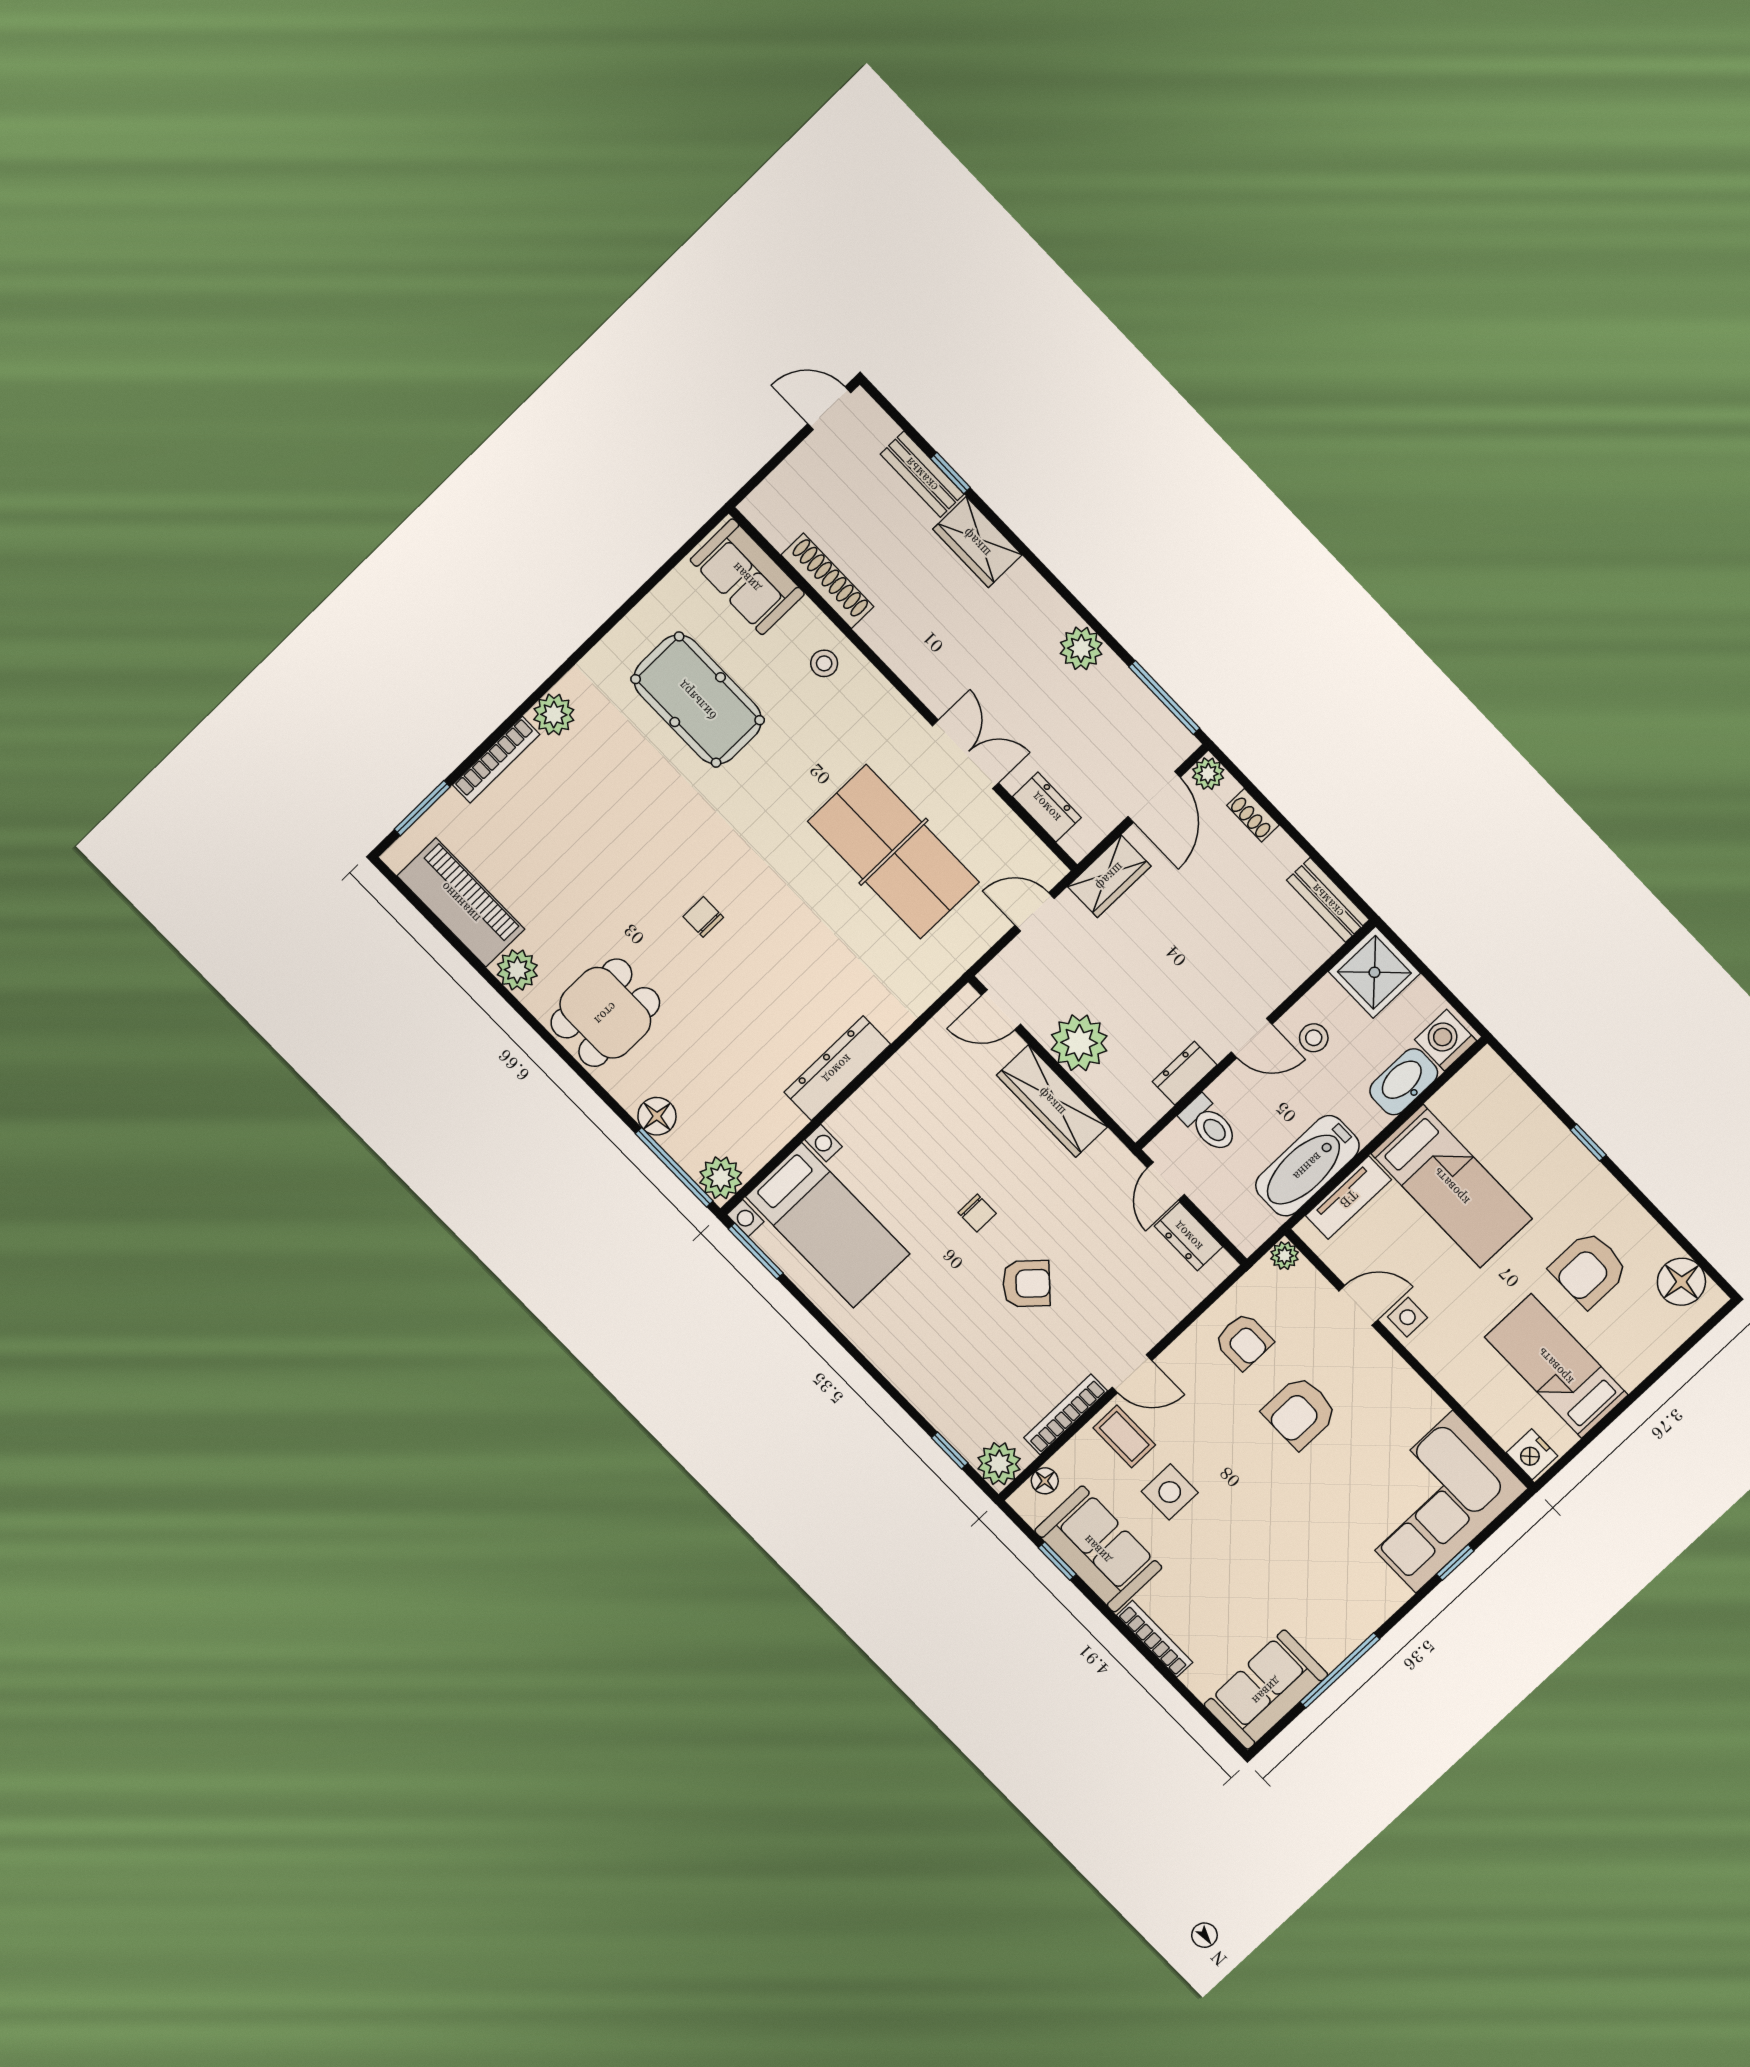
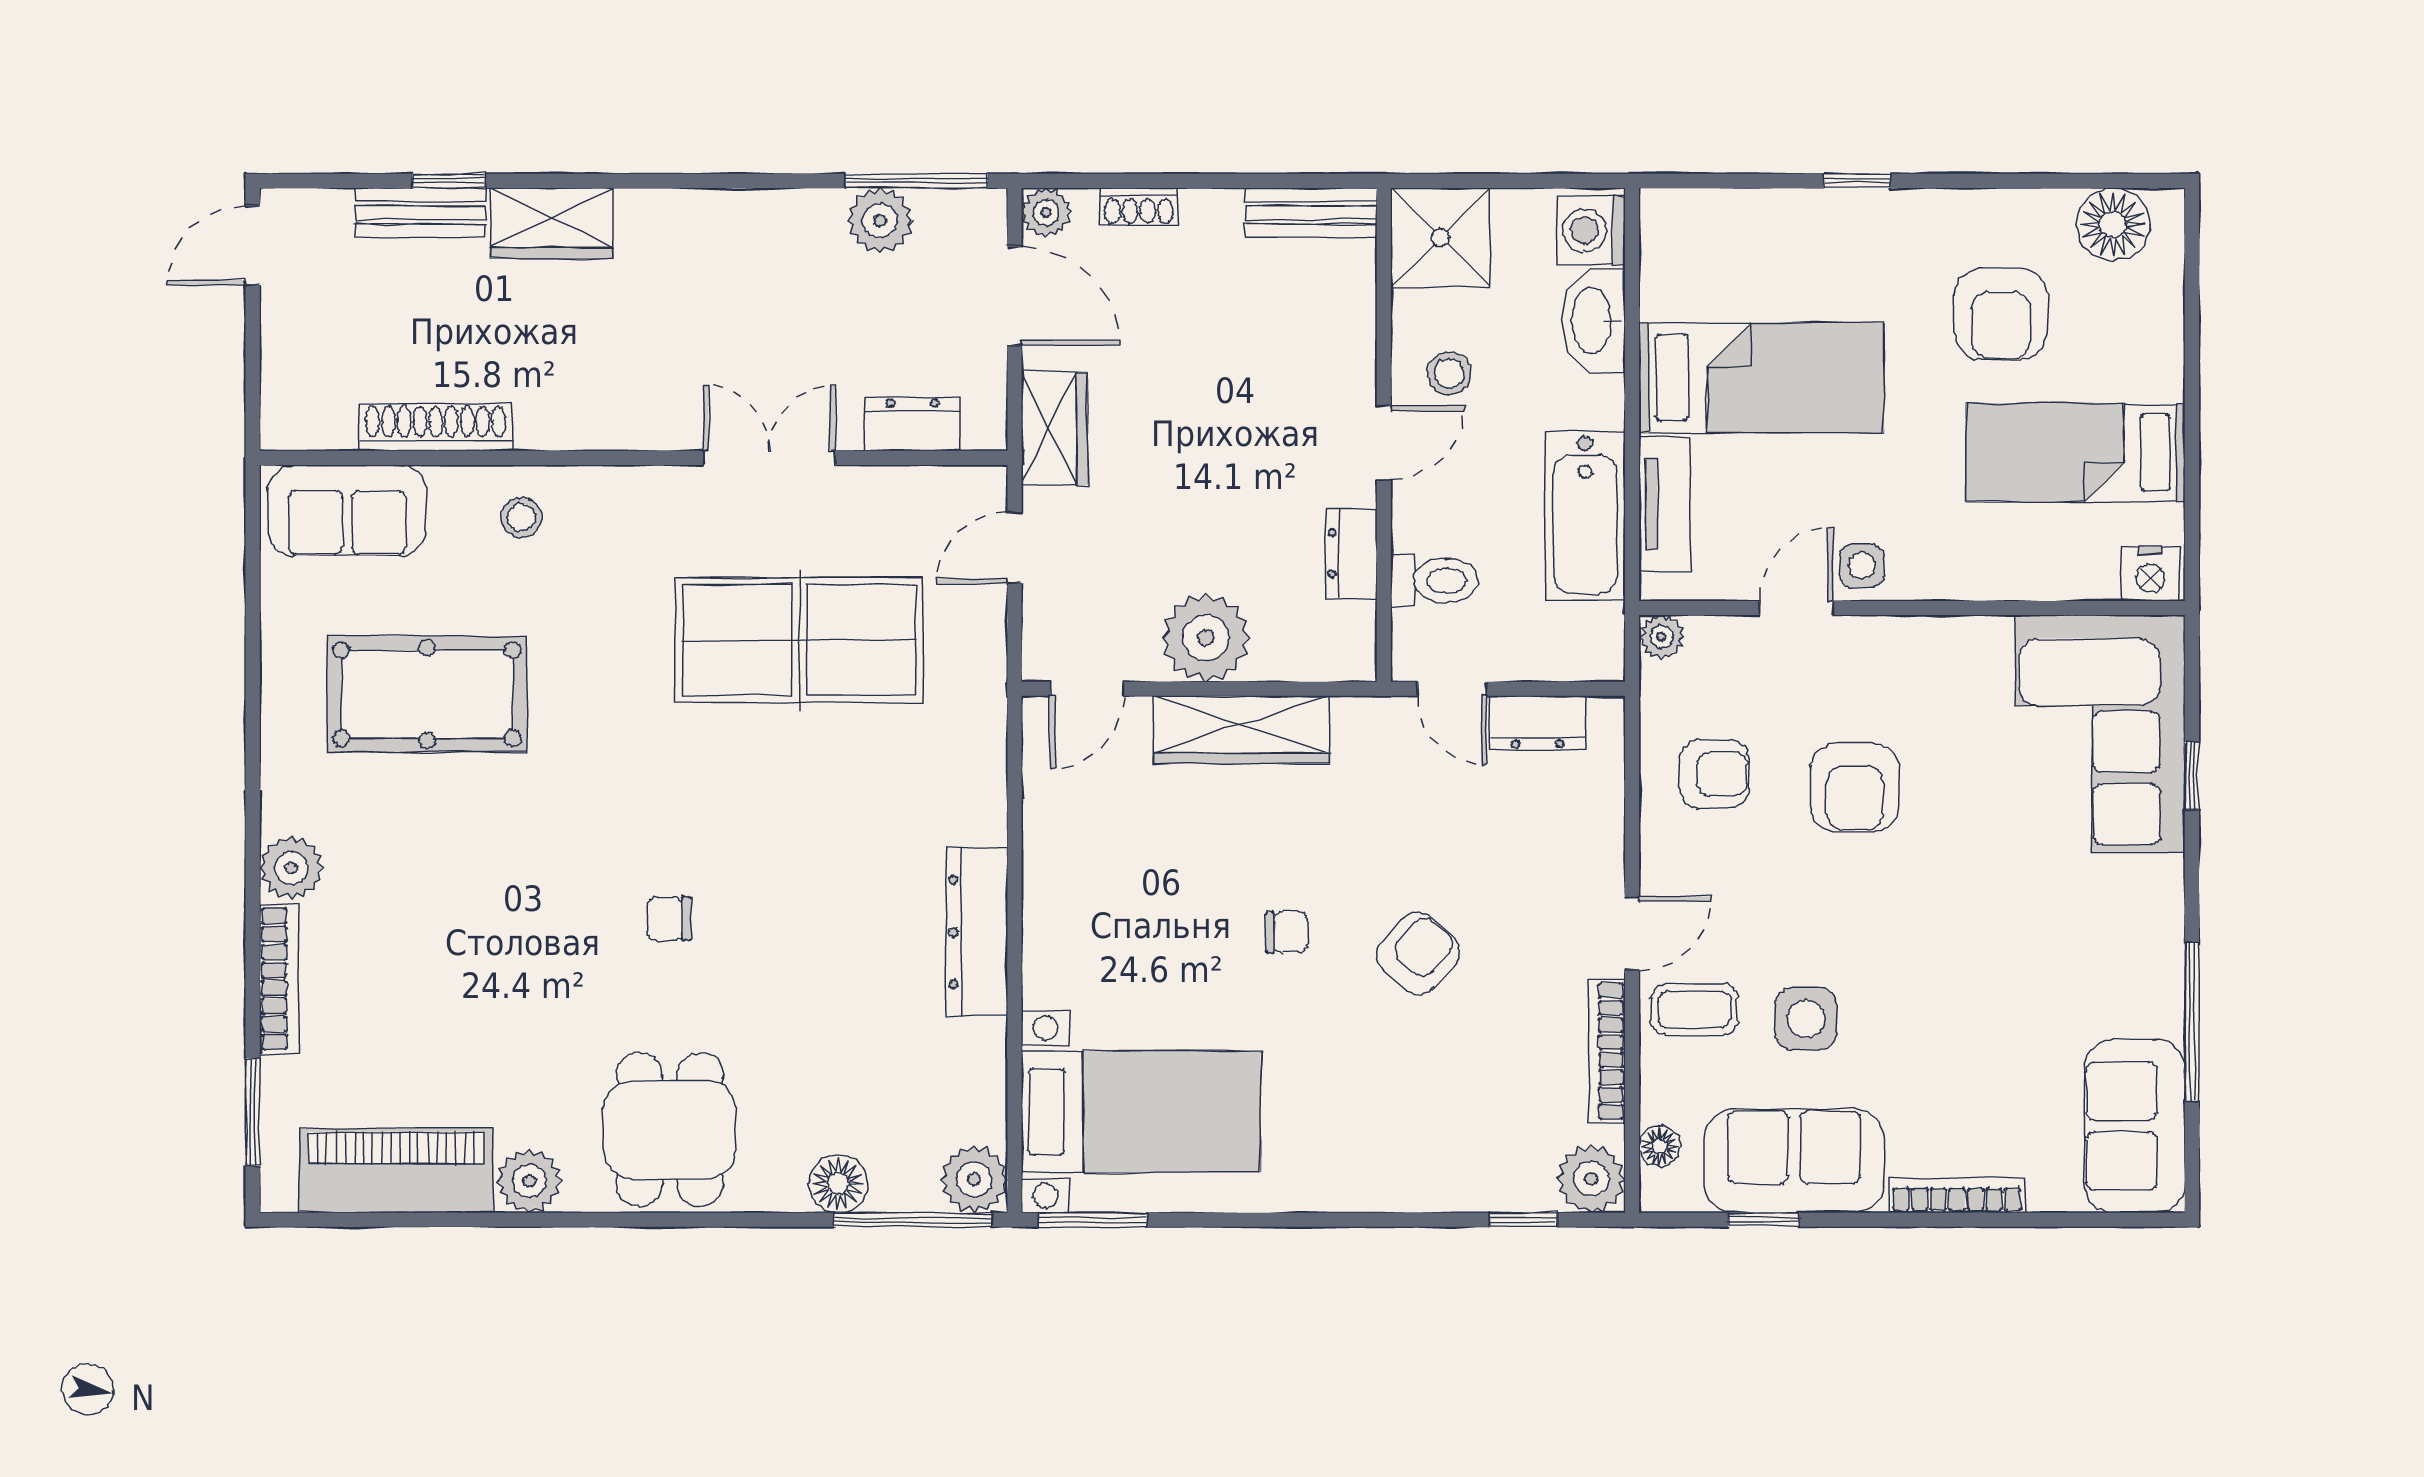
plant: (1081, 648) -> (880, 221), moved

